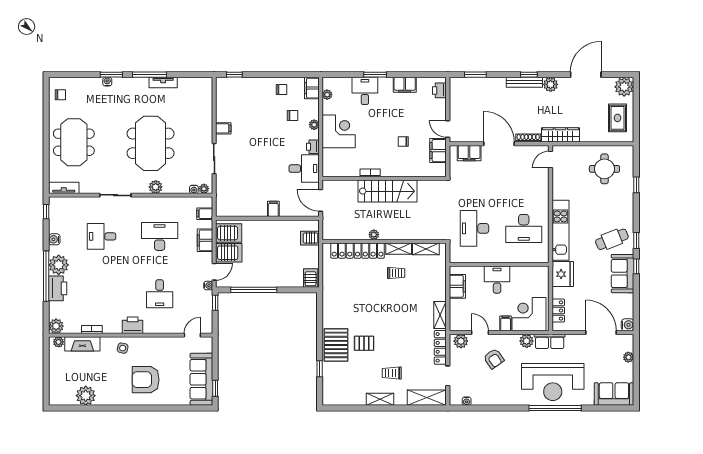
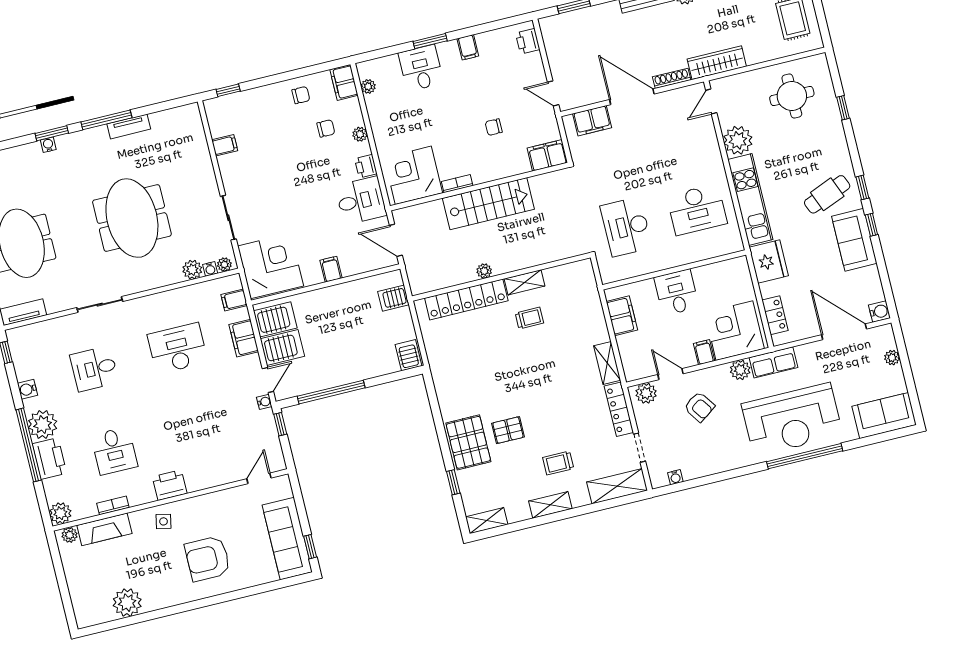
filing cabinet: (405, 85) -> (468, 47), width x0.50
filing cabinet: (223, 128) -> (225, 145), moved
corner desk: (339, 131) -> (413, 175), moved, turned -90
filing cabinet: (438, 151) -> (547, 155), moved, turned 90
plant: (156, 187) -> (192, 270), moved
plant: (562, 189) -> (738, 140), added
corner desk: (234, 197) -> (271, 266), added
shelving: (426, 249) -> (487, 521), moved
desk: (160, 294) -> (114, 451), moved

